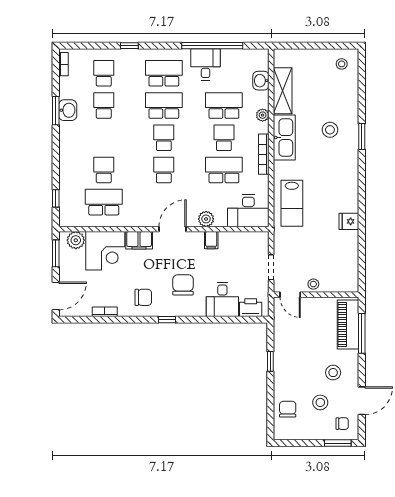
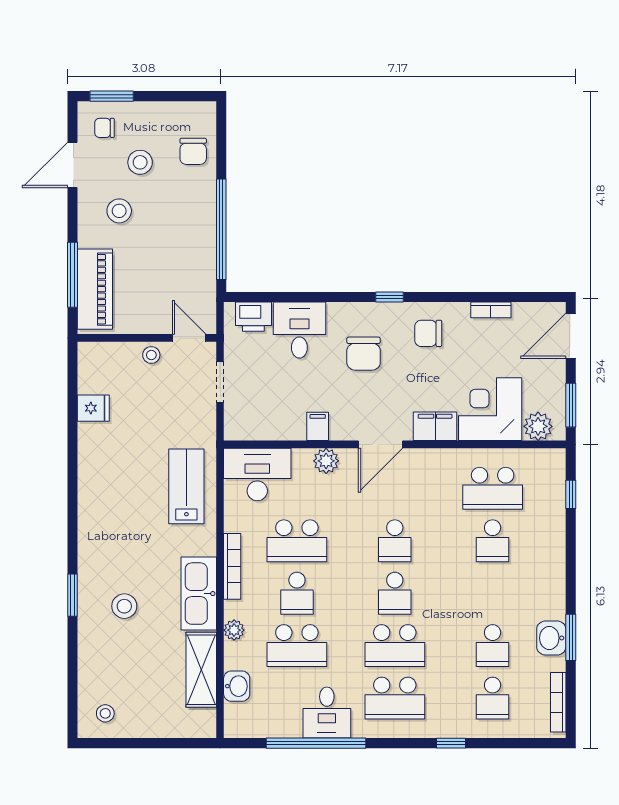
bookcase: (63, 64) -> (558, 702), width x1.56
fridge: (349, 221) -> (93, 408), moved
window: (270, 361) -> (221, 229), width x3.17

